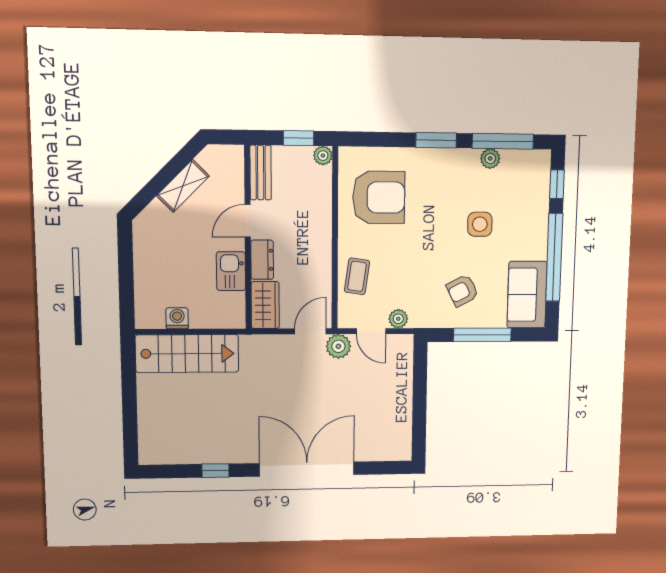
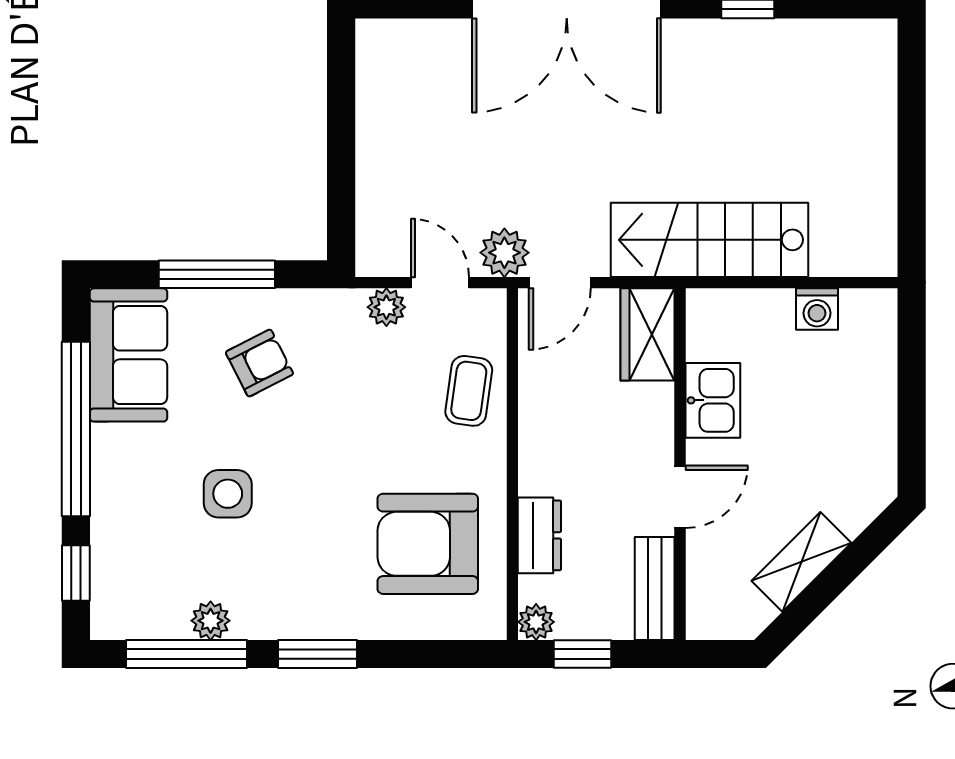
dresser: (262, 260) -> (539, 535), moved, turned 180
stairs: (187, 354) -> (710, 240), moved

